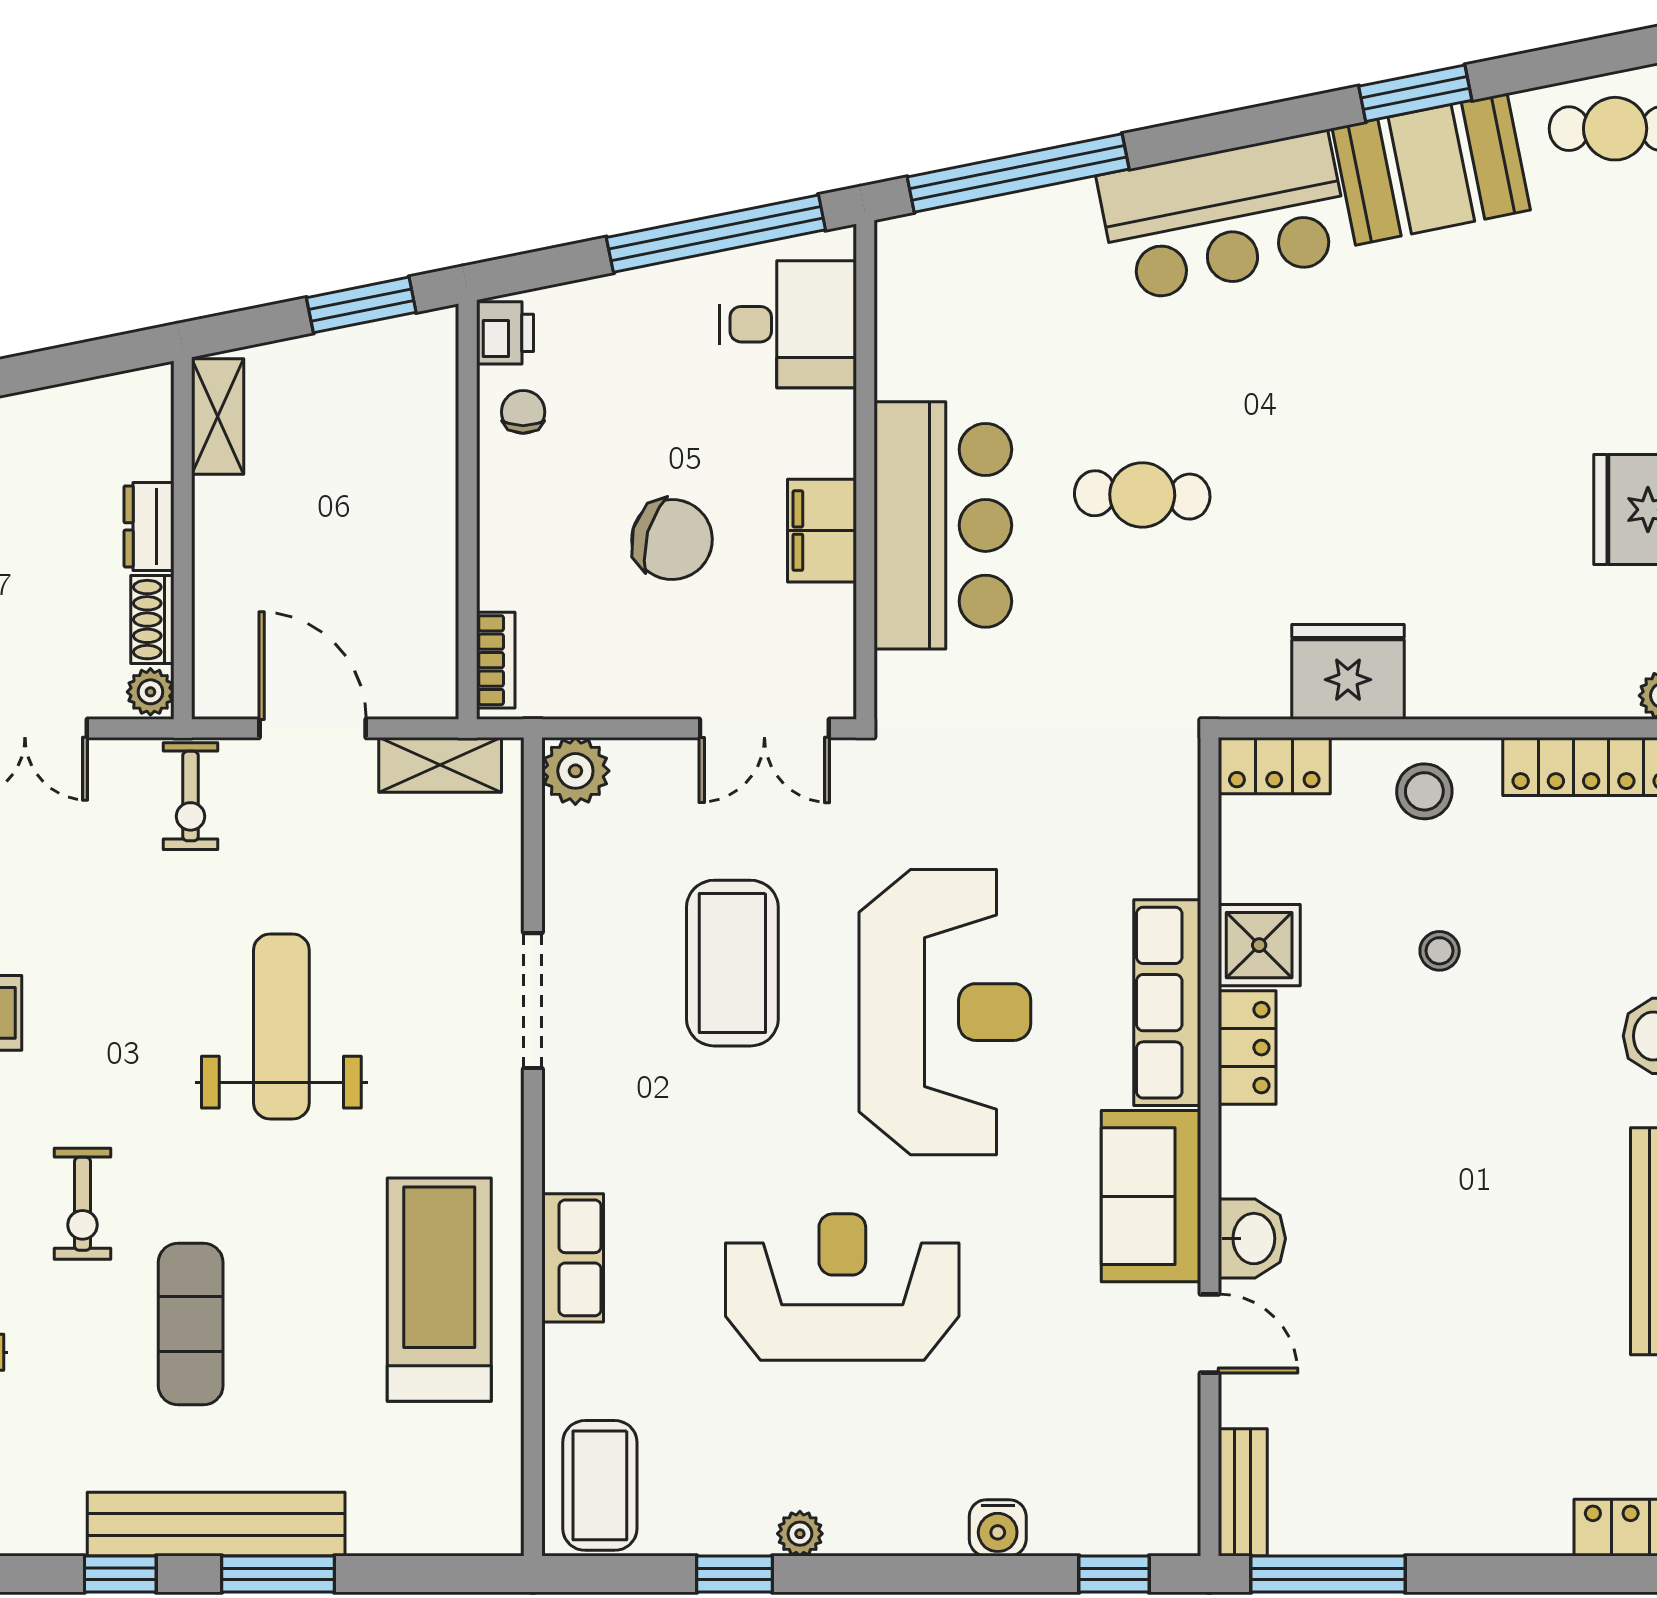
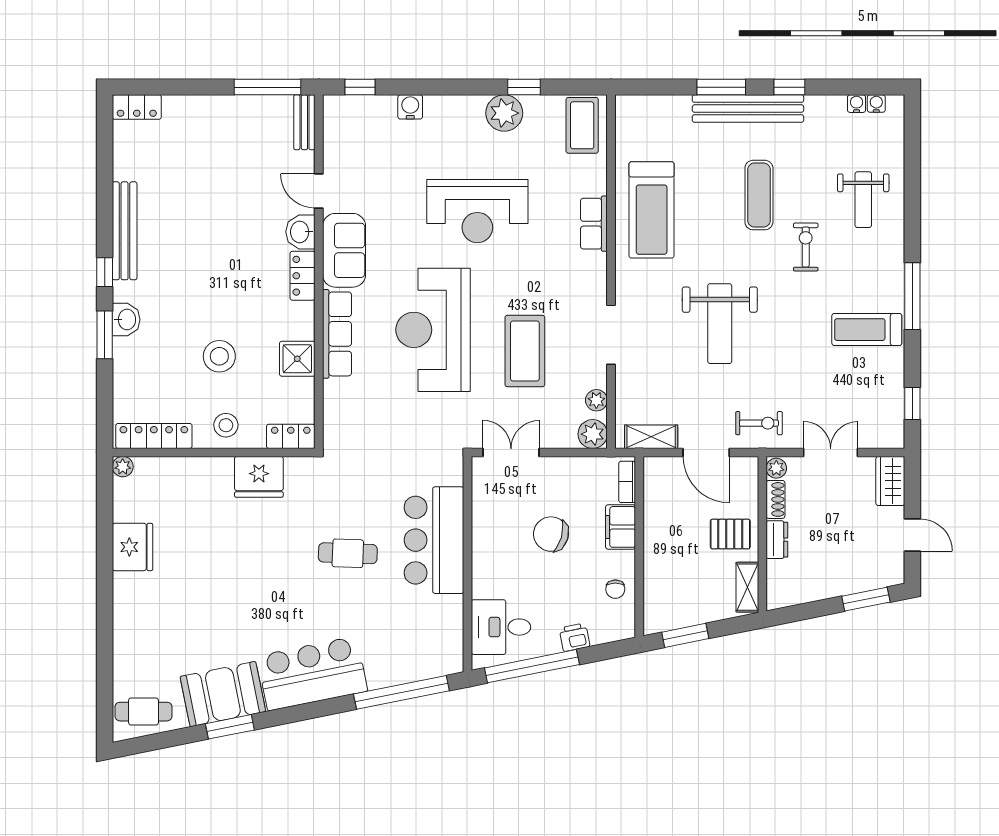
printer: (505, 333) -> (574, 637), moved, turned 79
filing cabinet: (822, 531) -> (621, 527), moved, turned 180
pallet: (257, 539) -> (730, 534), added
exercise bike: (190, 796) -> (759, 423), turned 90
plant: (567, 849) -> (596, 400), added
stool: (1440, 951) -> (219, 356), width x1.89, depth x1.89
locker: (1247, 1048) -> (303, 276), moved
plant: (800, 1534) -> (504, 113), width x1.87, depth x1.87

